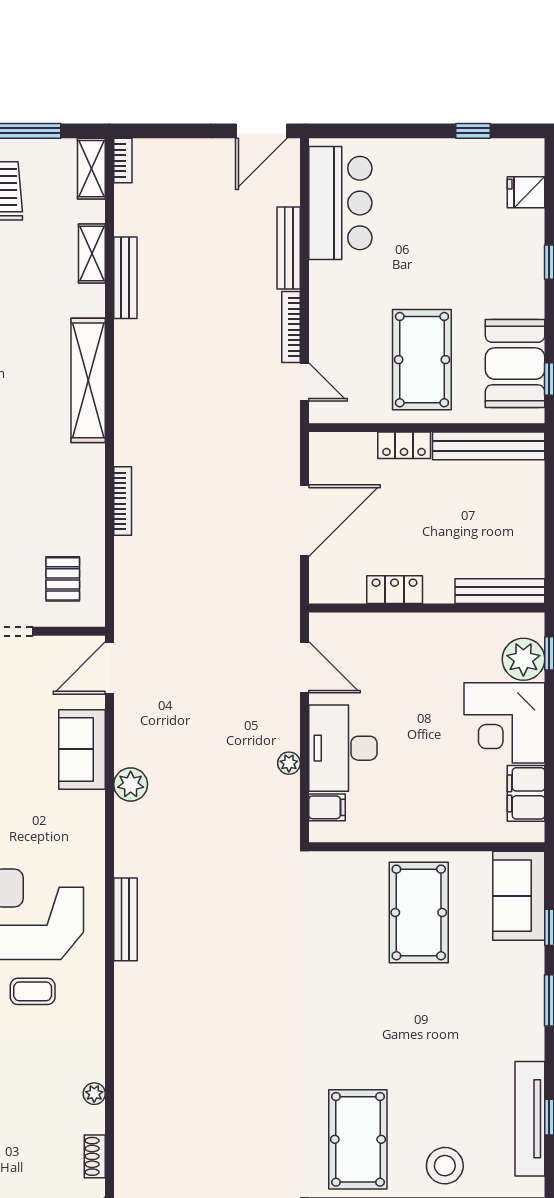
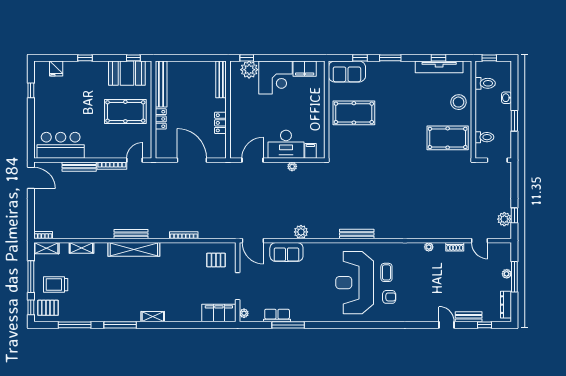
bench: (125, 278) -> (131, 234), moved

